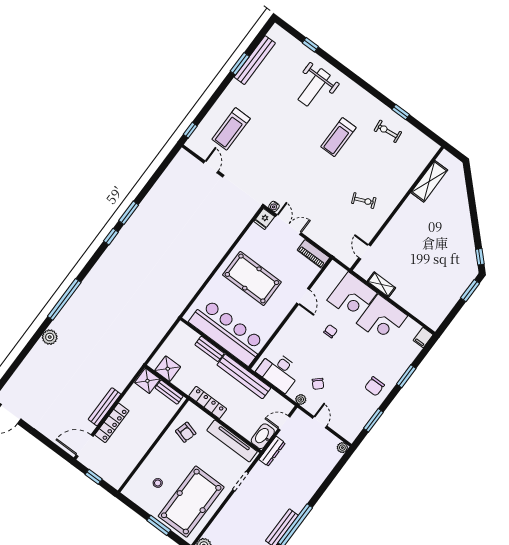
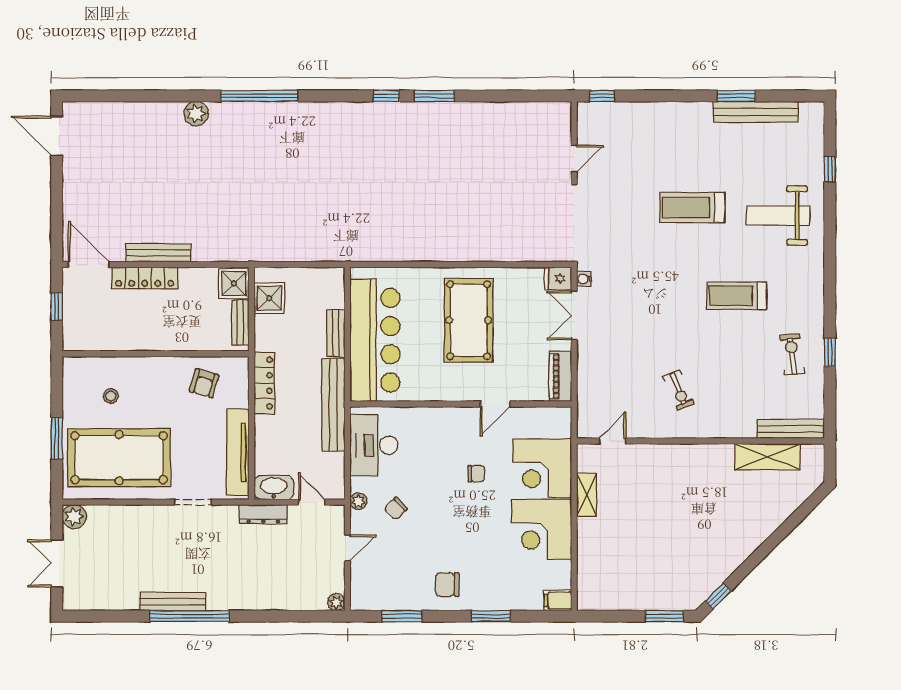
treadmill: (231, 129) -> (692, 207), moved
bench: (424, 160) -> (791, 429), added
double door: (288, 225) -> (574, 315), swing flipped

